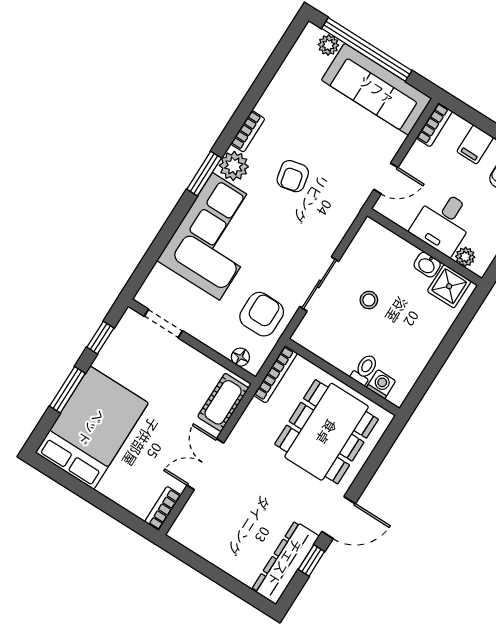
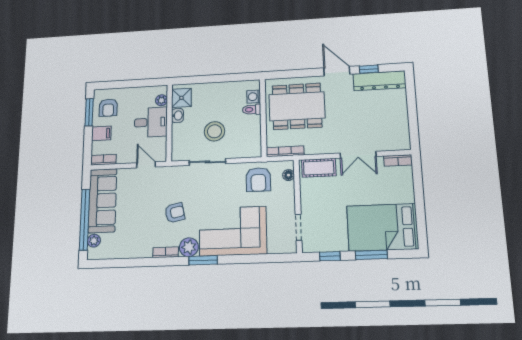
sliding door: (319, 284) -> (207, 162), moved
stool: (369, 300) -> (214, 131), width x1.89, depth x1.89
armchair: (262, 314) -> (258, 180), turned -90

